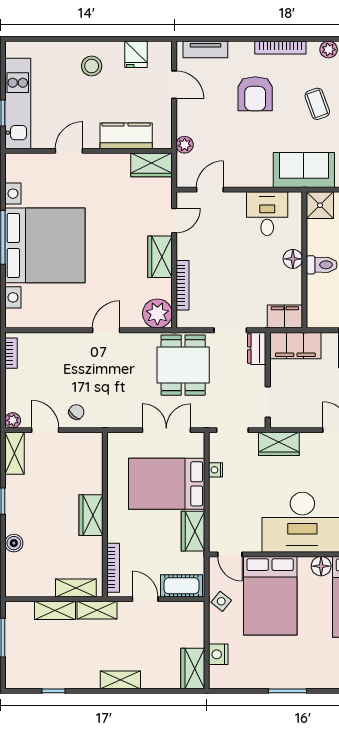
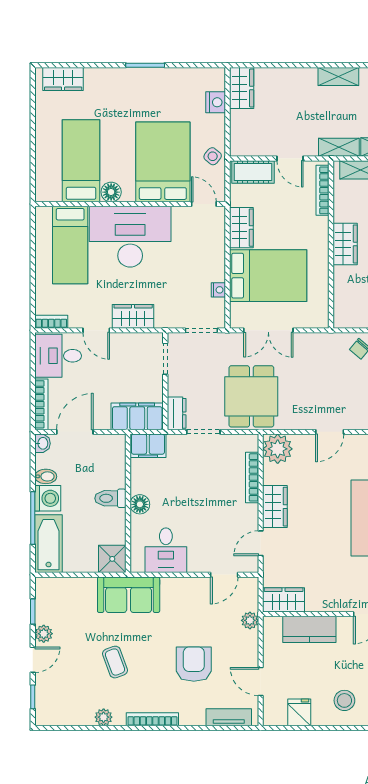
armchair: (255, 94) -> (194, 664), moved
wardrobe: (279, 444) -> (133, 316), moved
shelving: (120, 680) -> (338, 76), moved

